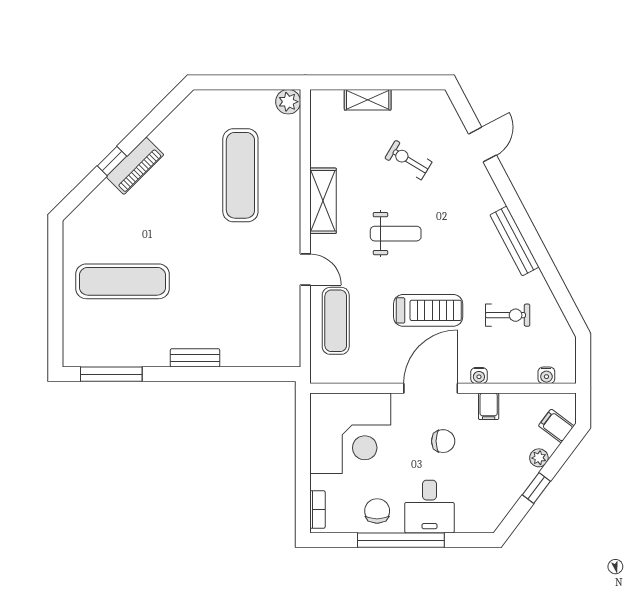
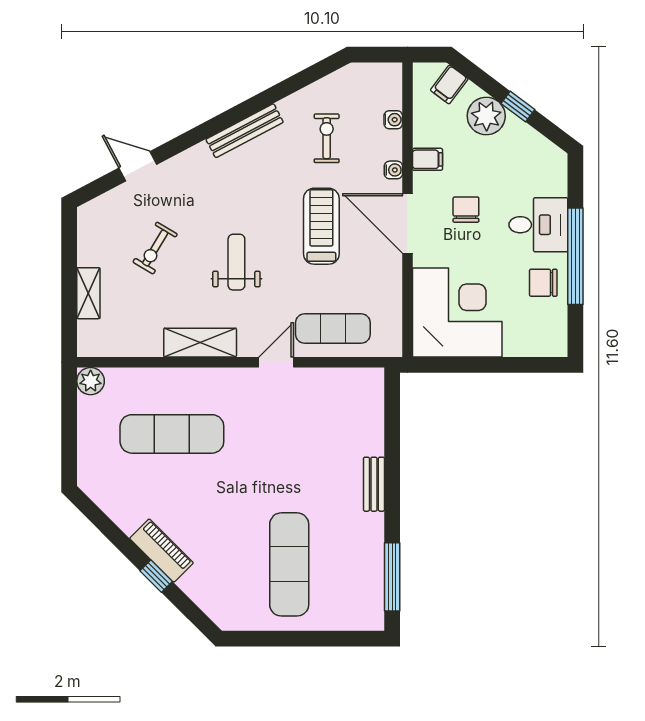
water cooler: (546, 375) -> (393, 120), moved
plant: (539, 458) -> (486, 116), width x1.88, depth x1.88
bookcase: (317, 510) -> (542, 349), removed

